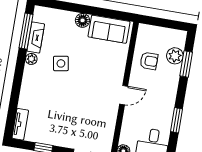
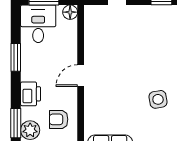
printer: (169, 87) -> (31, 94), added

